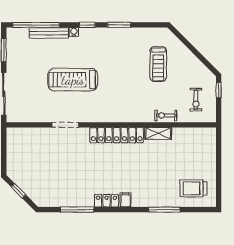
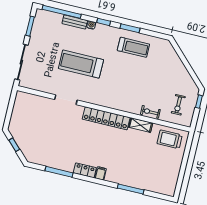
bench: (49, 33) -> (75, 22), width x0.73
treadmill: (158, 64) -> (133, 47), moved, turned -90
trolley: (193, 188) -> (170, 139), moved

